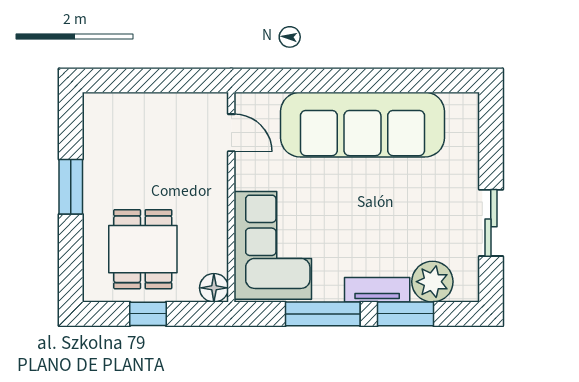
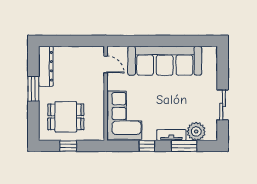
dresser: (98, 137) -> (46, 66), added
dining table: (143, 249) -> (66, 117), turned 90
floor lamp: (214, 288) -> (98, 134), removed
window: (323, 314) -> (147, 146), width x0.46

